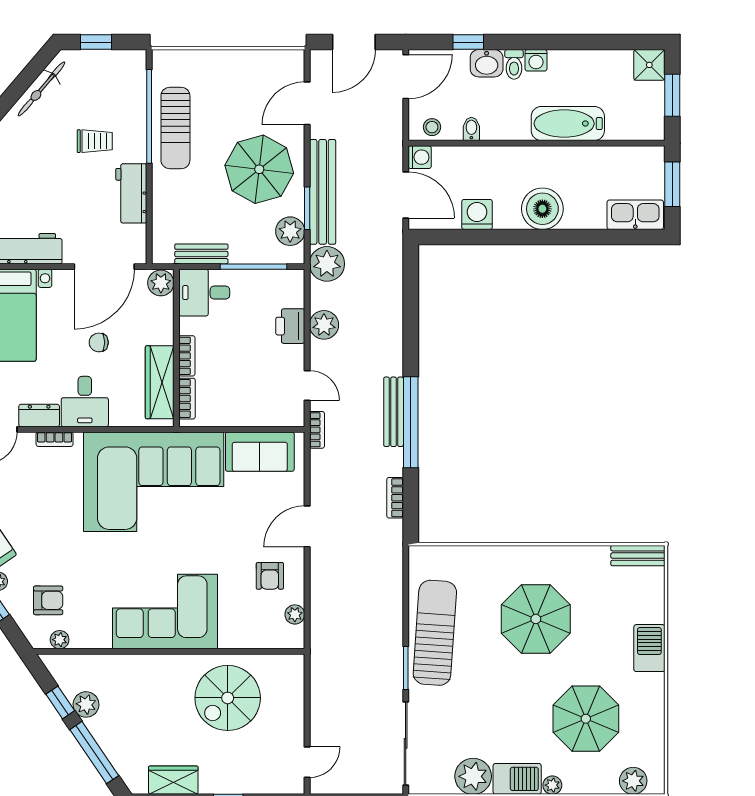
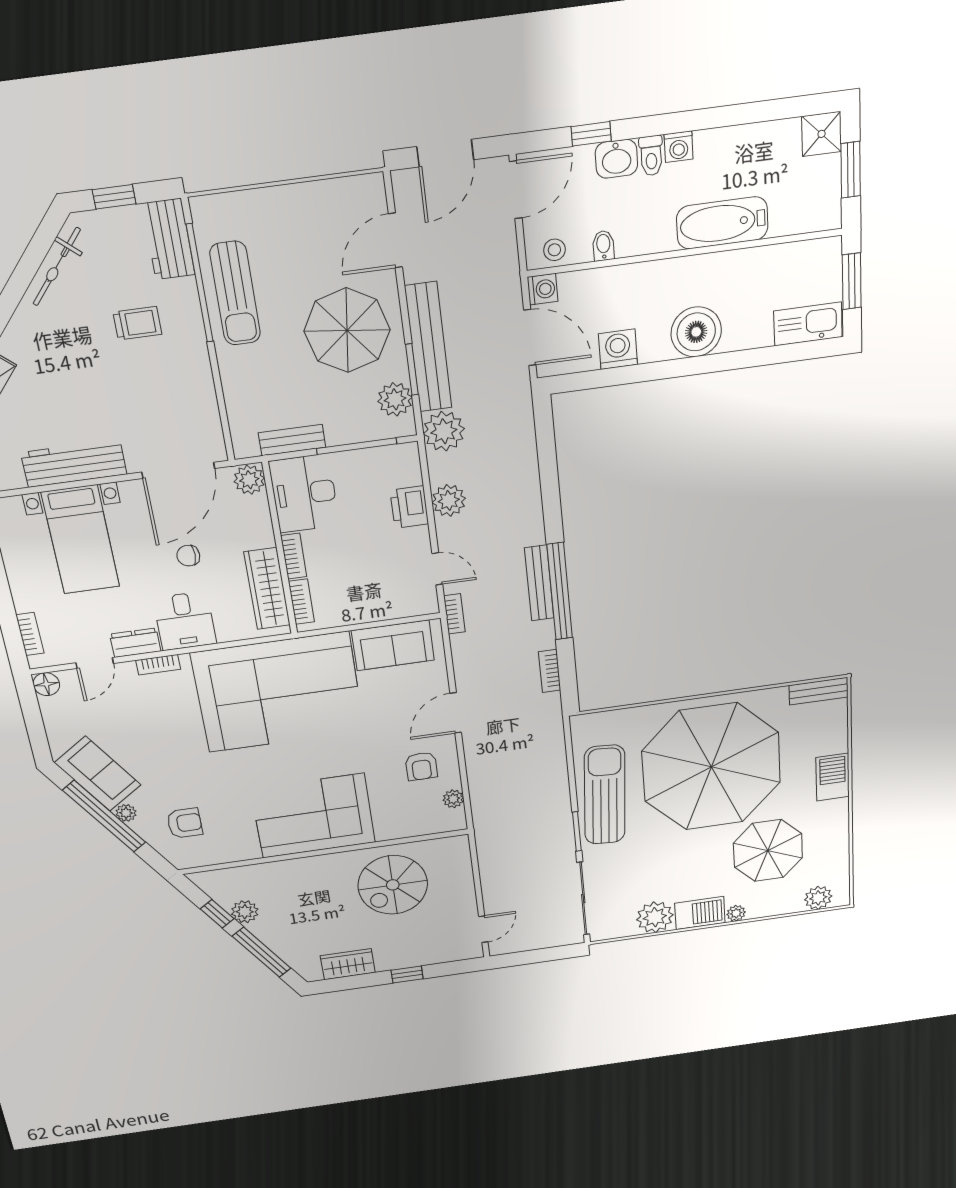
workbench: (131, 193) -> (168, 239), moved
desk: (204, 293) -> (304, 493), width x1.37
parasol: (536, 619) -> (711, 767), width x1.86, depth x1.86
plant: (60, 640) -> (205, 858), removed

